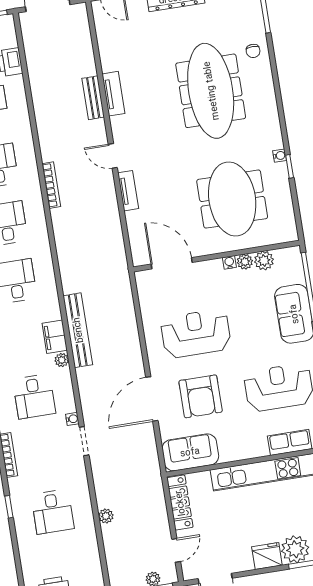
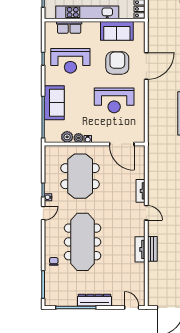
door: (283, 128) -> (43, 213), added
sofa: (190, 452) -> (117, 31), moved

